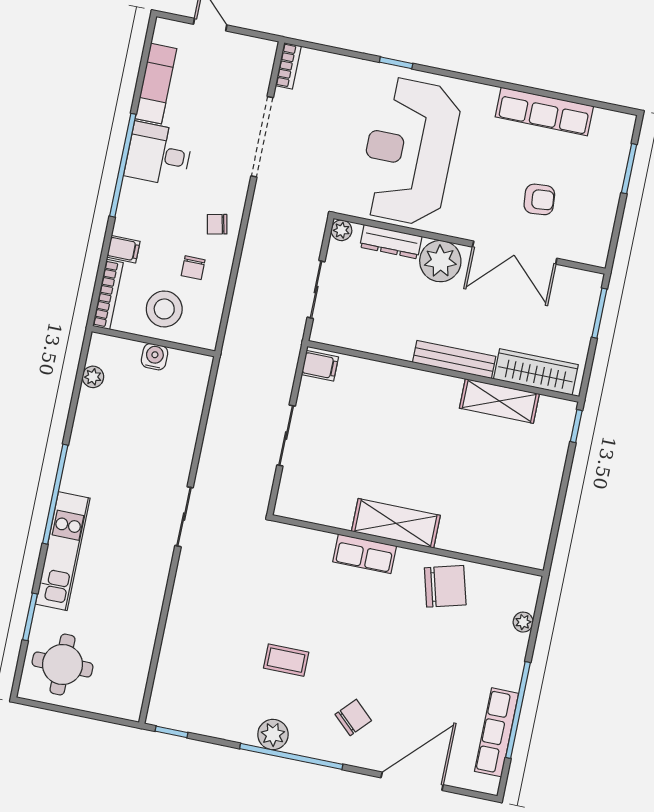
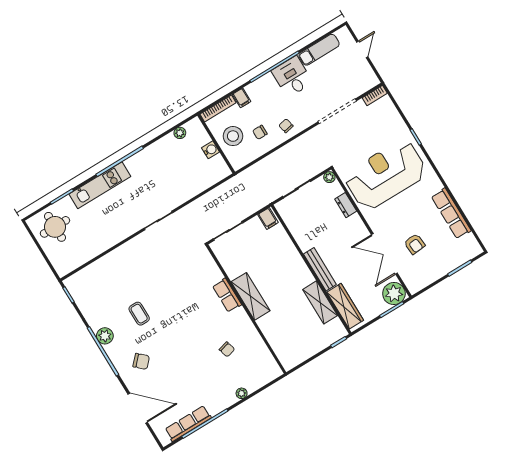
dresser: (391, 242) -> (346, 205), width x0.70
plant: (440, 261) -> (394, 294), moved
shelving: (396, 523) -> (251, 296), moved
wall: (408, 546) -> (246, 309), moved
row of seats: (365, 554) -> (227, 295), moved
chair: (445, 586) -> (227, 349), width x0.54, depth x0.54

